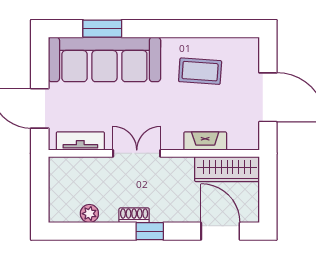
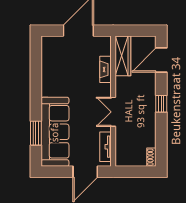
coffee table: (200, 71) -> (62, 73), removed
plant: (89, 214) -> (150, 141), removed
shoe rack: (134, 215) -> (151, 157), moved

